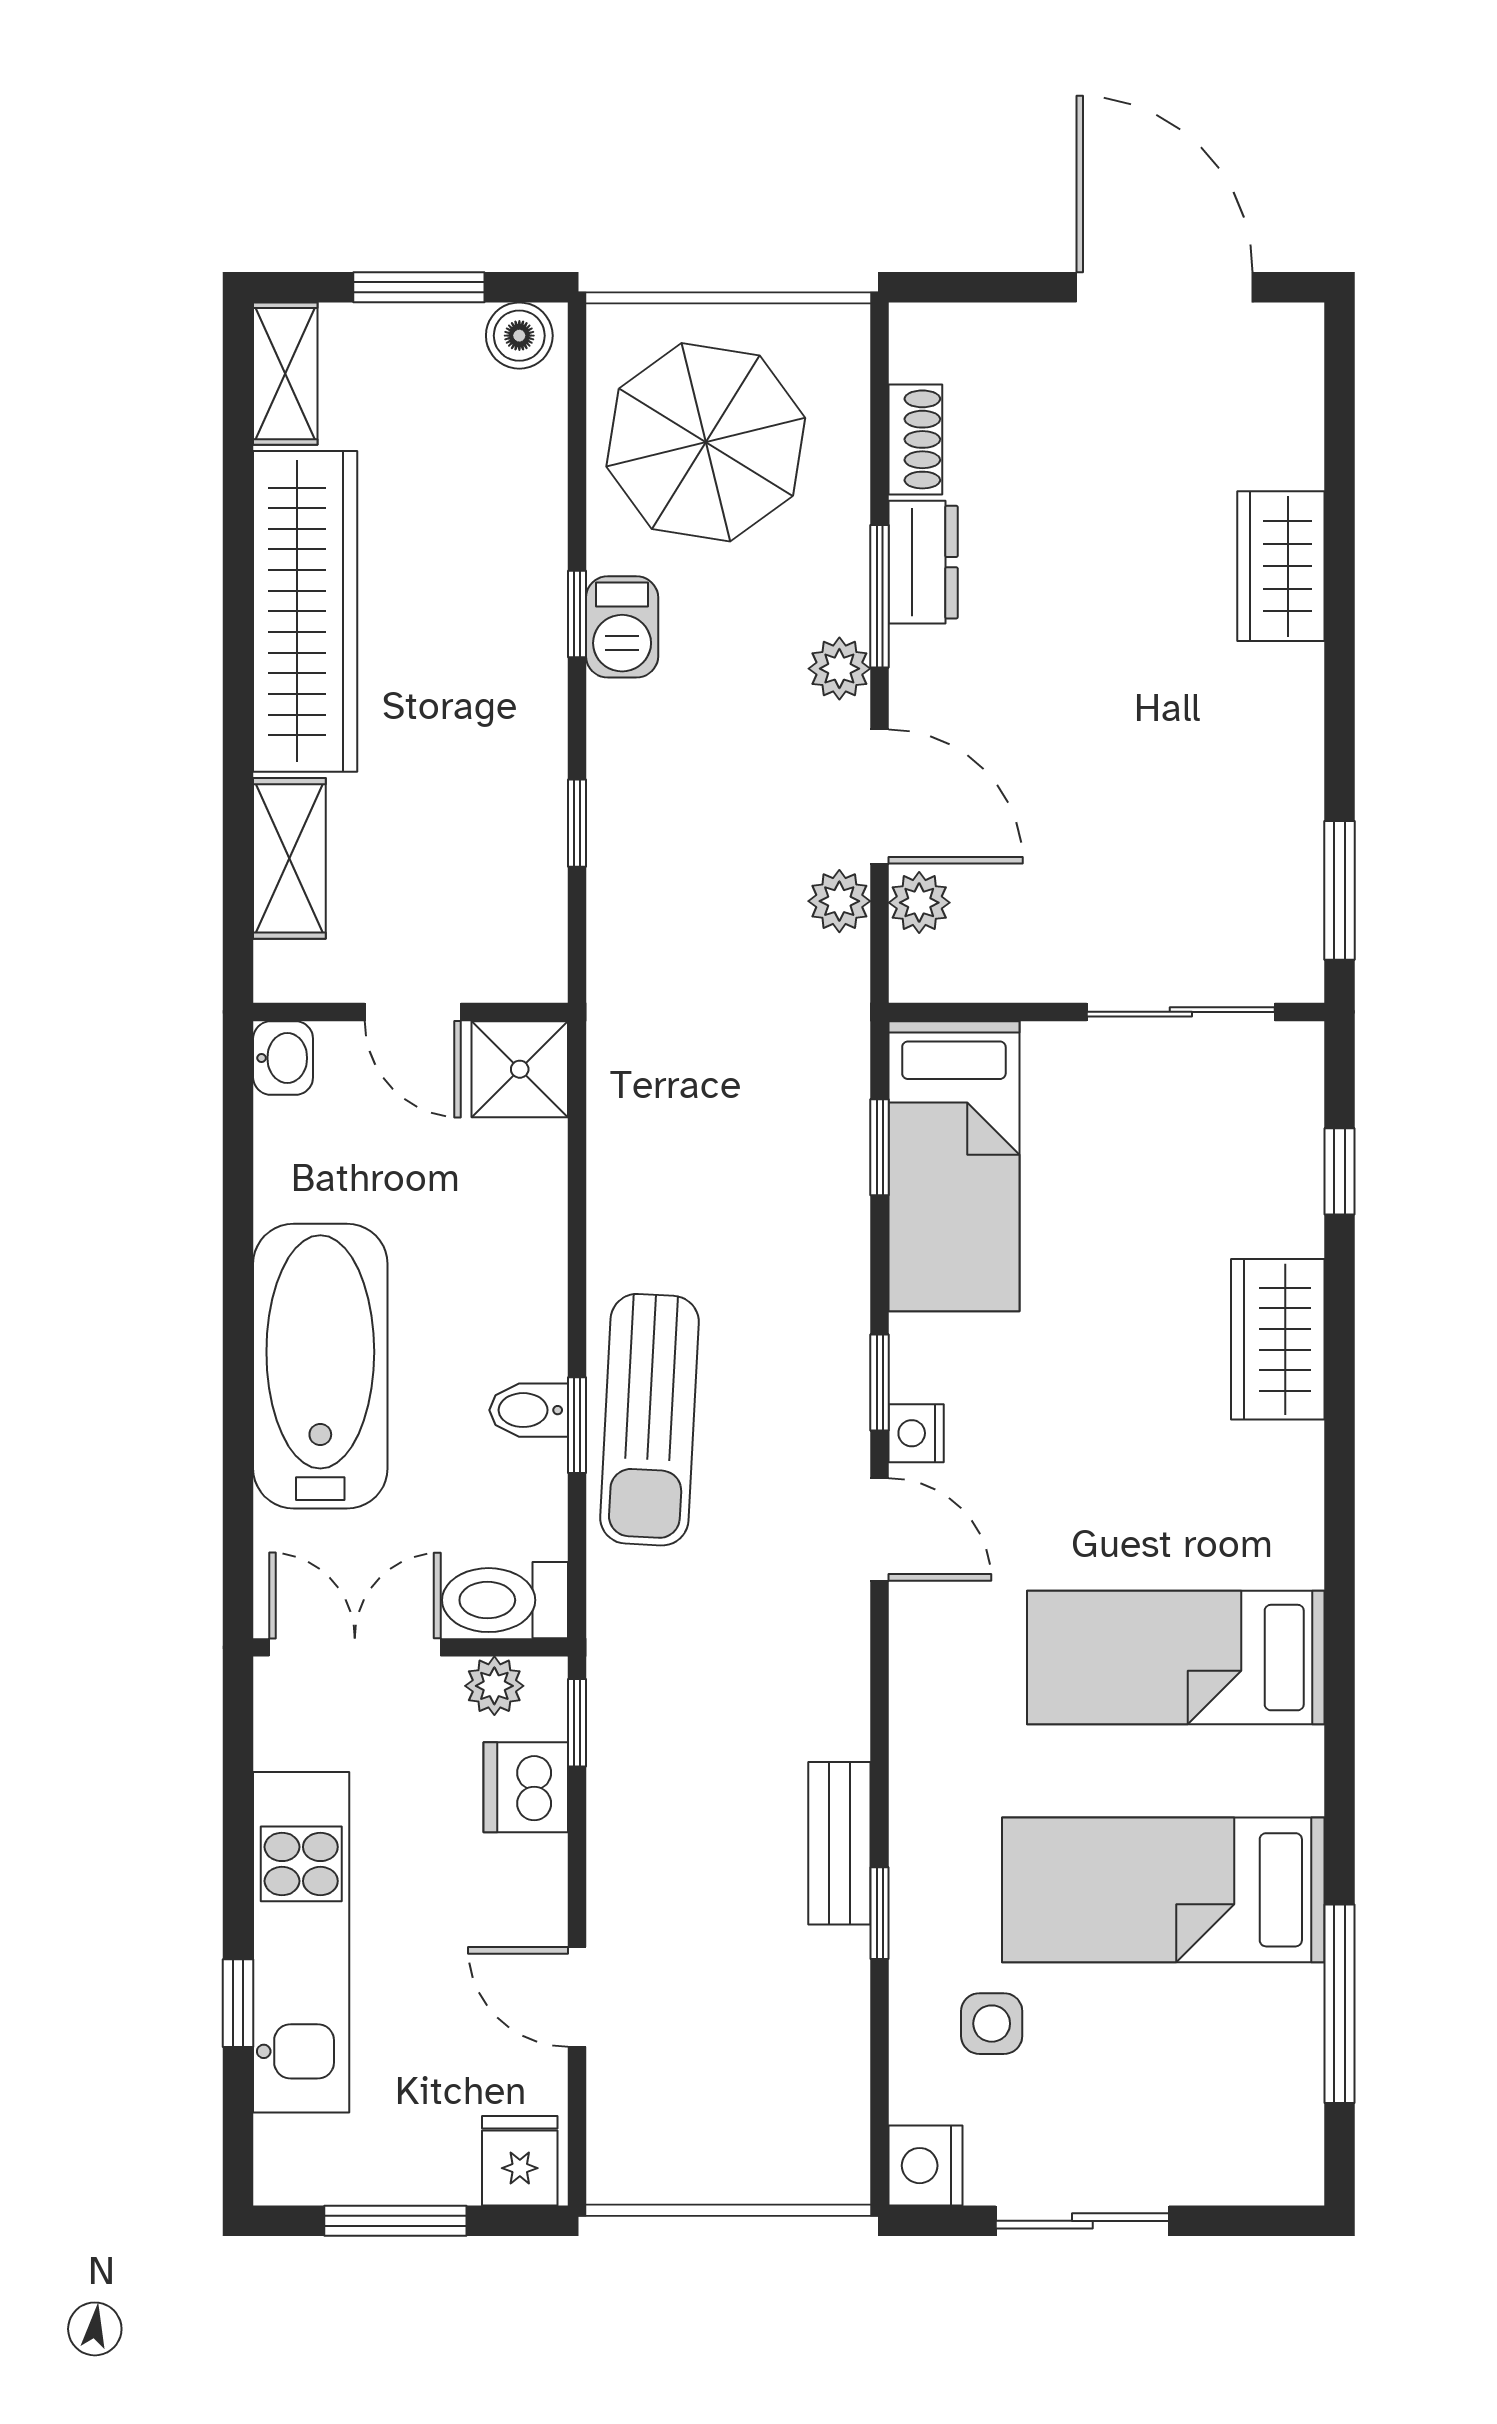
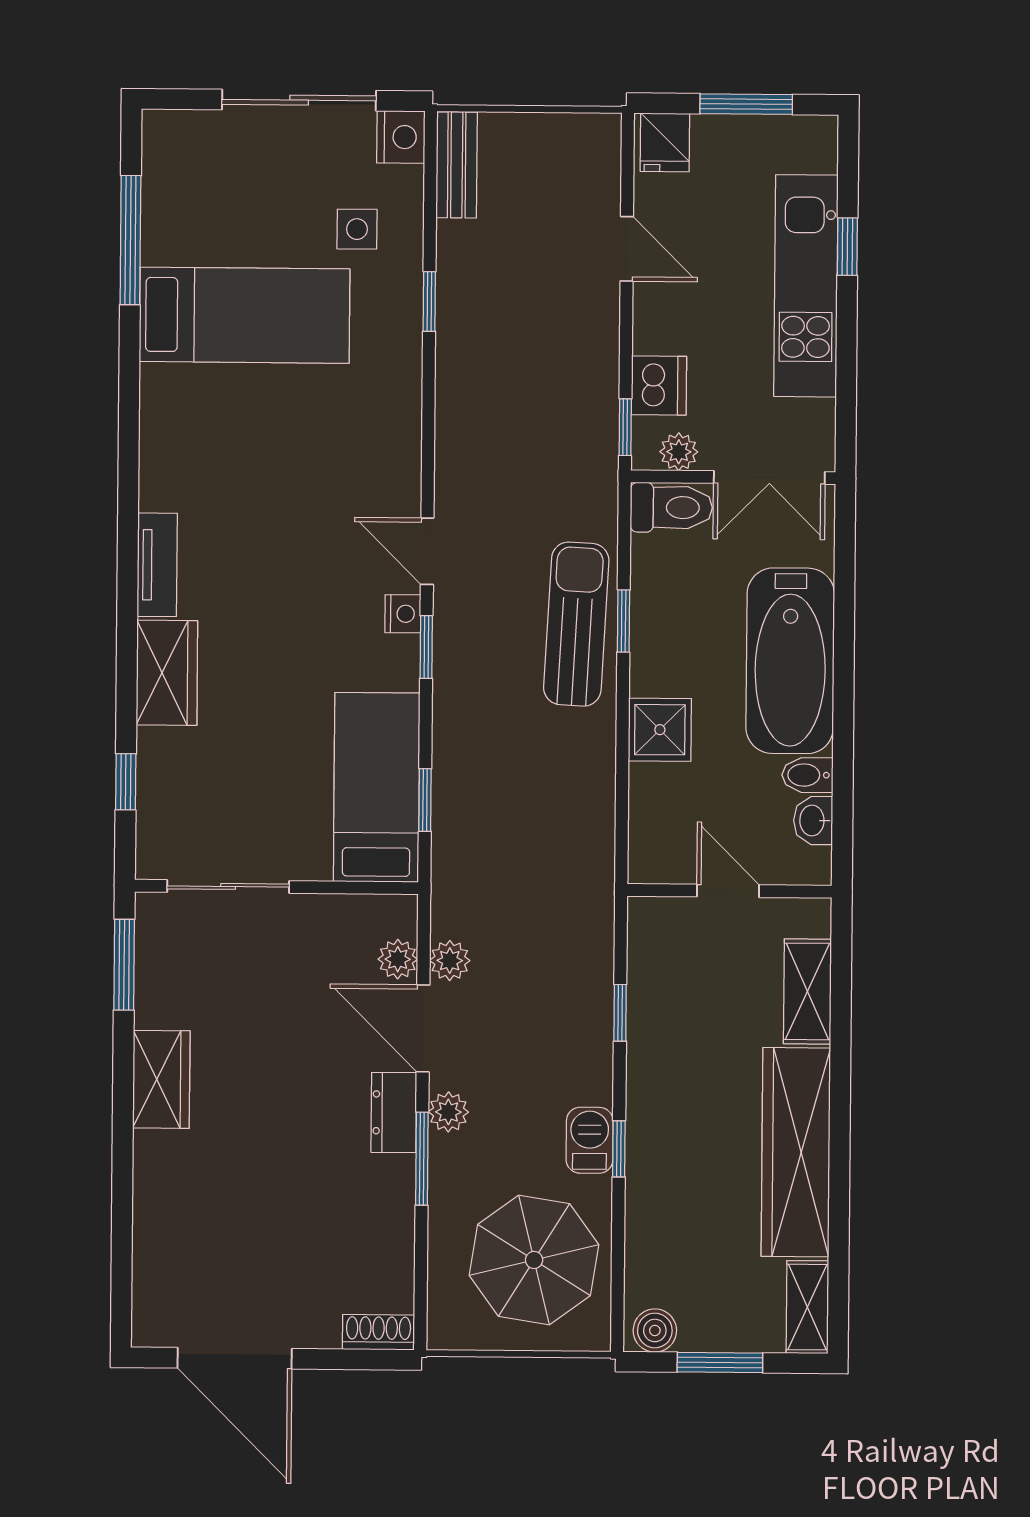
shoe rack: (915, 439) -> (379, 1332), moved, turned 90
dresser: (923, 562) -> (394, 1112), moved
wardrobe: (1281, 566) -> (161, 1079), moved
washbasin: (283, 1058) -> (813, 821), moved
shower: (520, 1069) -> (660, 730), moved
bidet: (529, 1410) -> (807, 775), moved, turned 180
tv unit: (1294, 1505) -> (157, 565), added
bed: (1176, 1658) -> (235, 466), removed
bench: (839, 1843) -> (457, 165), moved
sliding door: (1082, 2221) -> (299, 100), width x1.37

